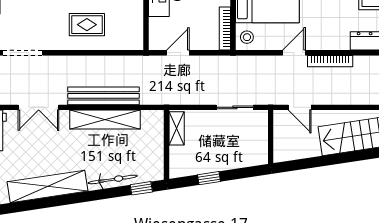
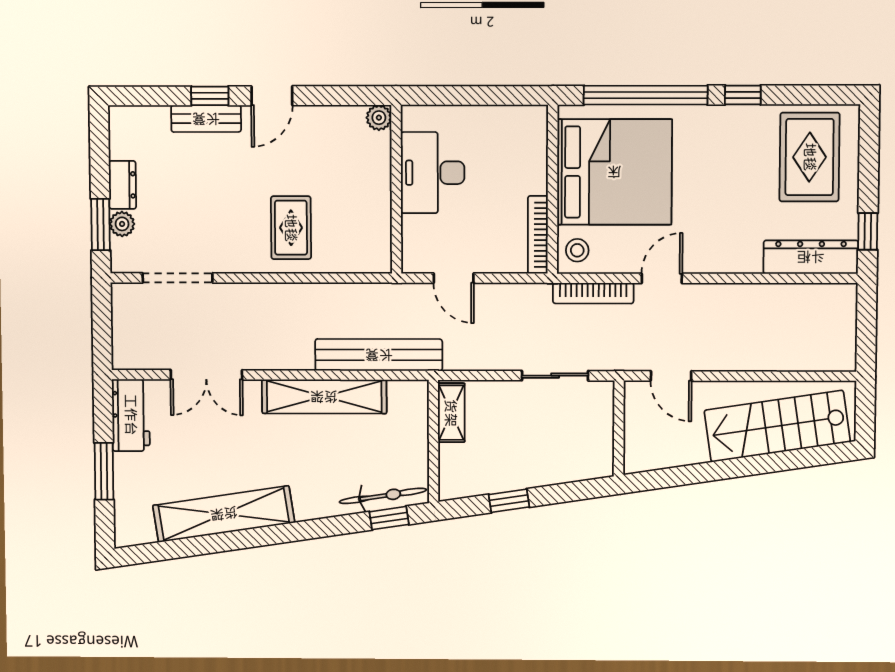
rug: (87, 25) -> (291, 228), turned 90
door: (178, 53) -> (454, 278), swing flipped
bookcase: (330, 61) -> (593, 293), moved
bench: (103, 96) -> (379, 355), moved
bicycle: (113, 179) -> (383, 496), moved

